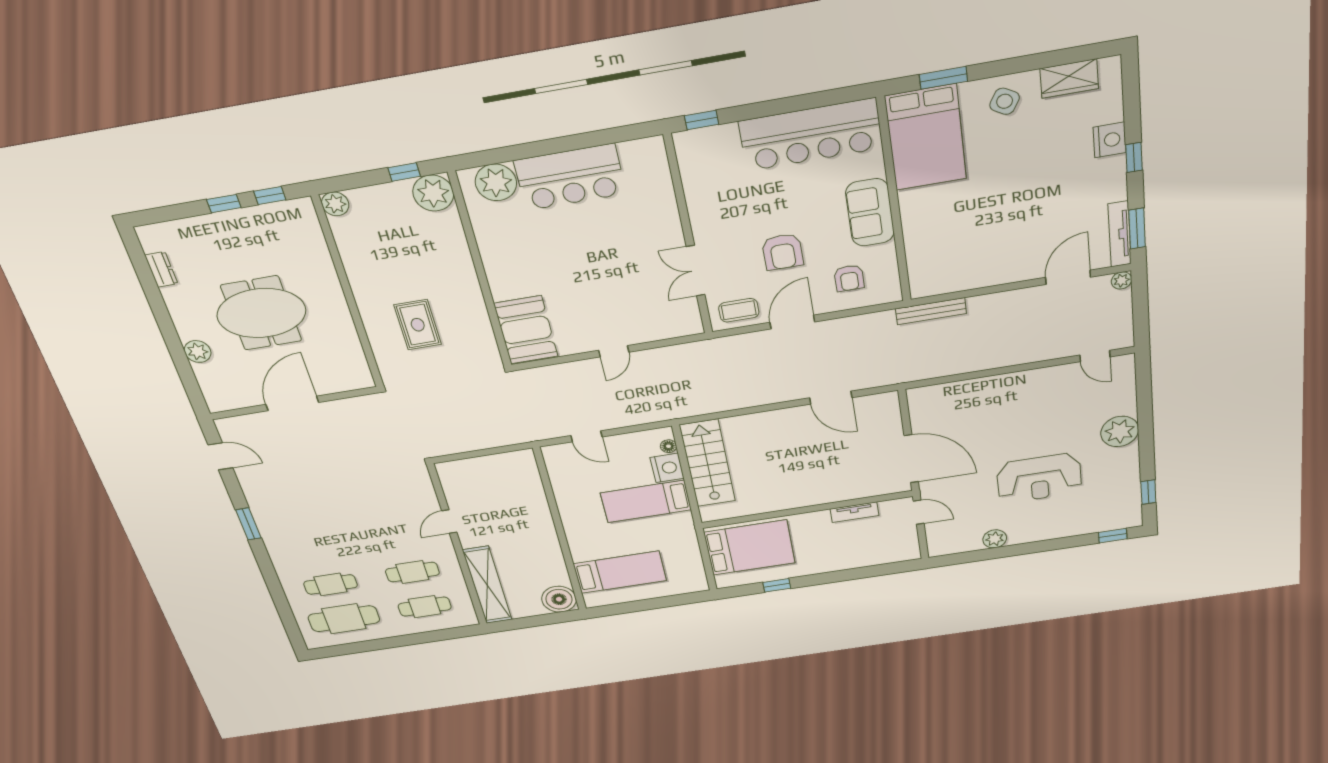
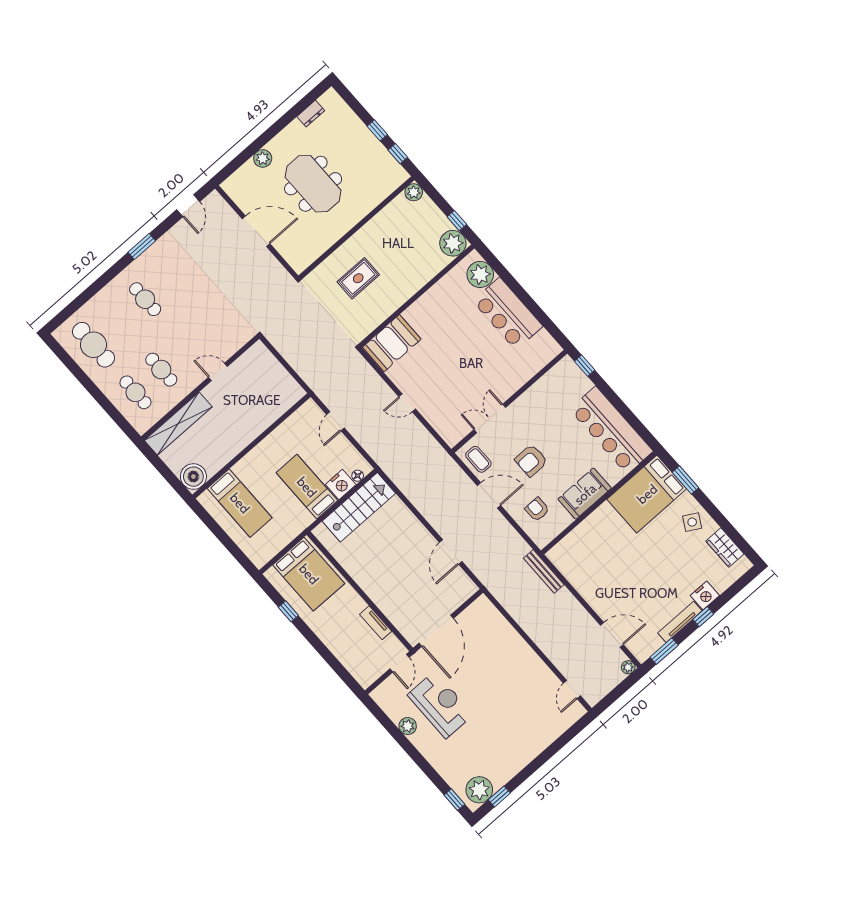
tv unit: (1120, 234) -> (680, 622), moved
armchair: (849, 278) -> (537, 509), turned 90
plant: (1120, 431) -> (479, 790), moved
reception desk: (1039, 478) -> (440, 705), moved, turned 180
cafe table: (330, 584) -> (145, 299), moved

